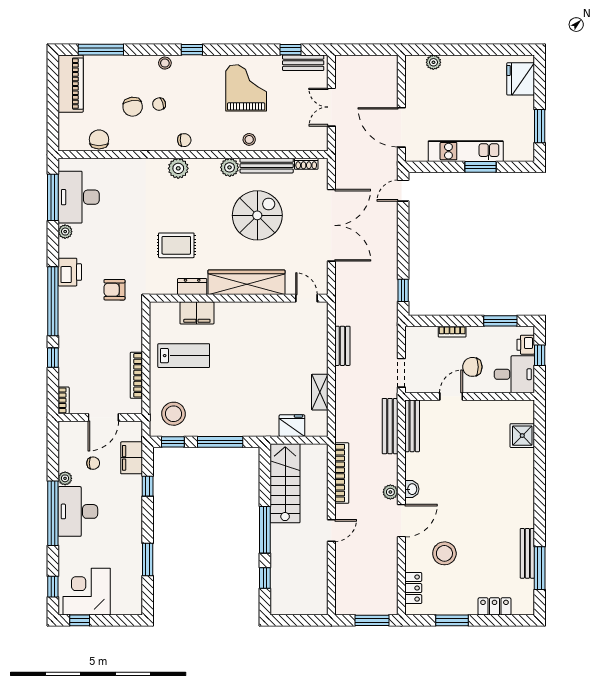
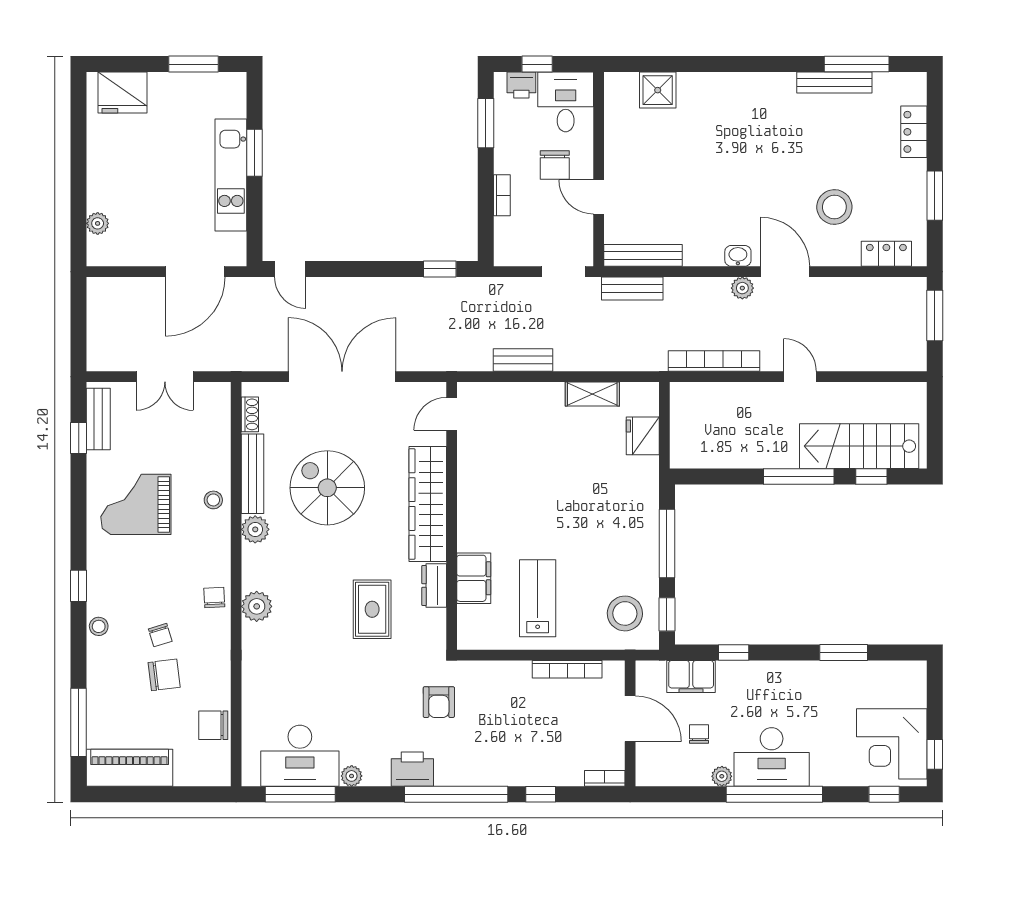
bench: (390, 426) -> (632, 289), width x0.73
stairs: (285, 483) -> (859, 446), moved

